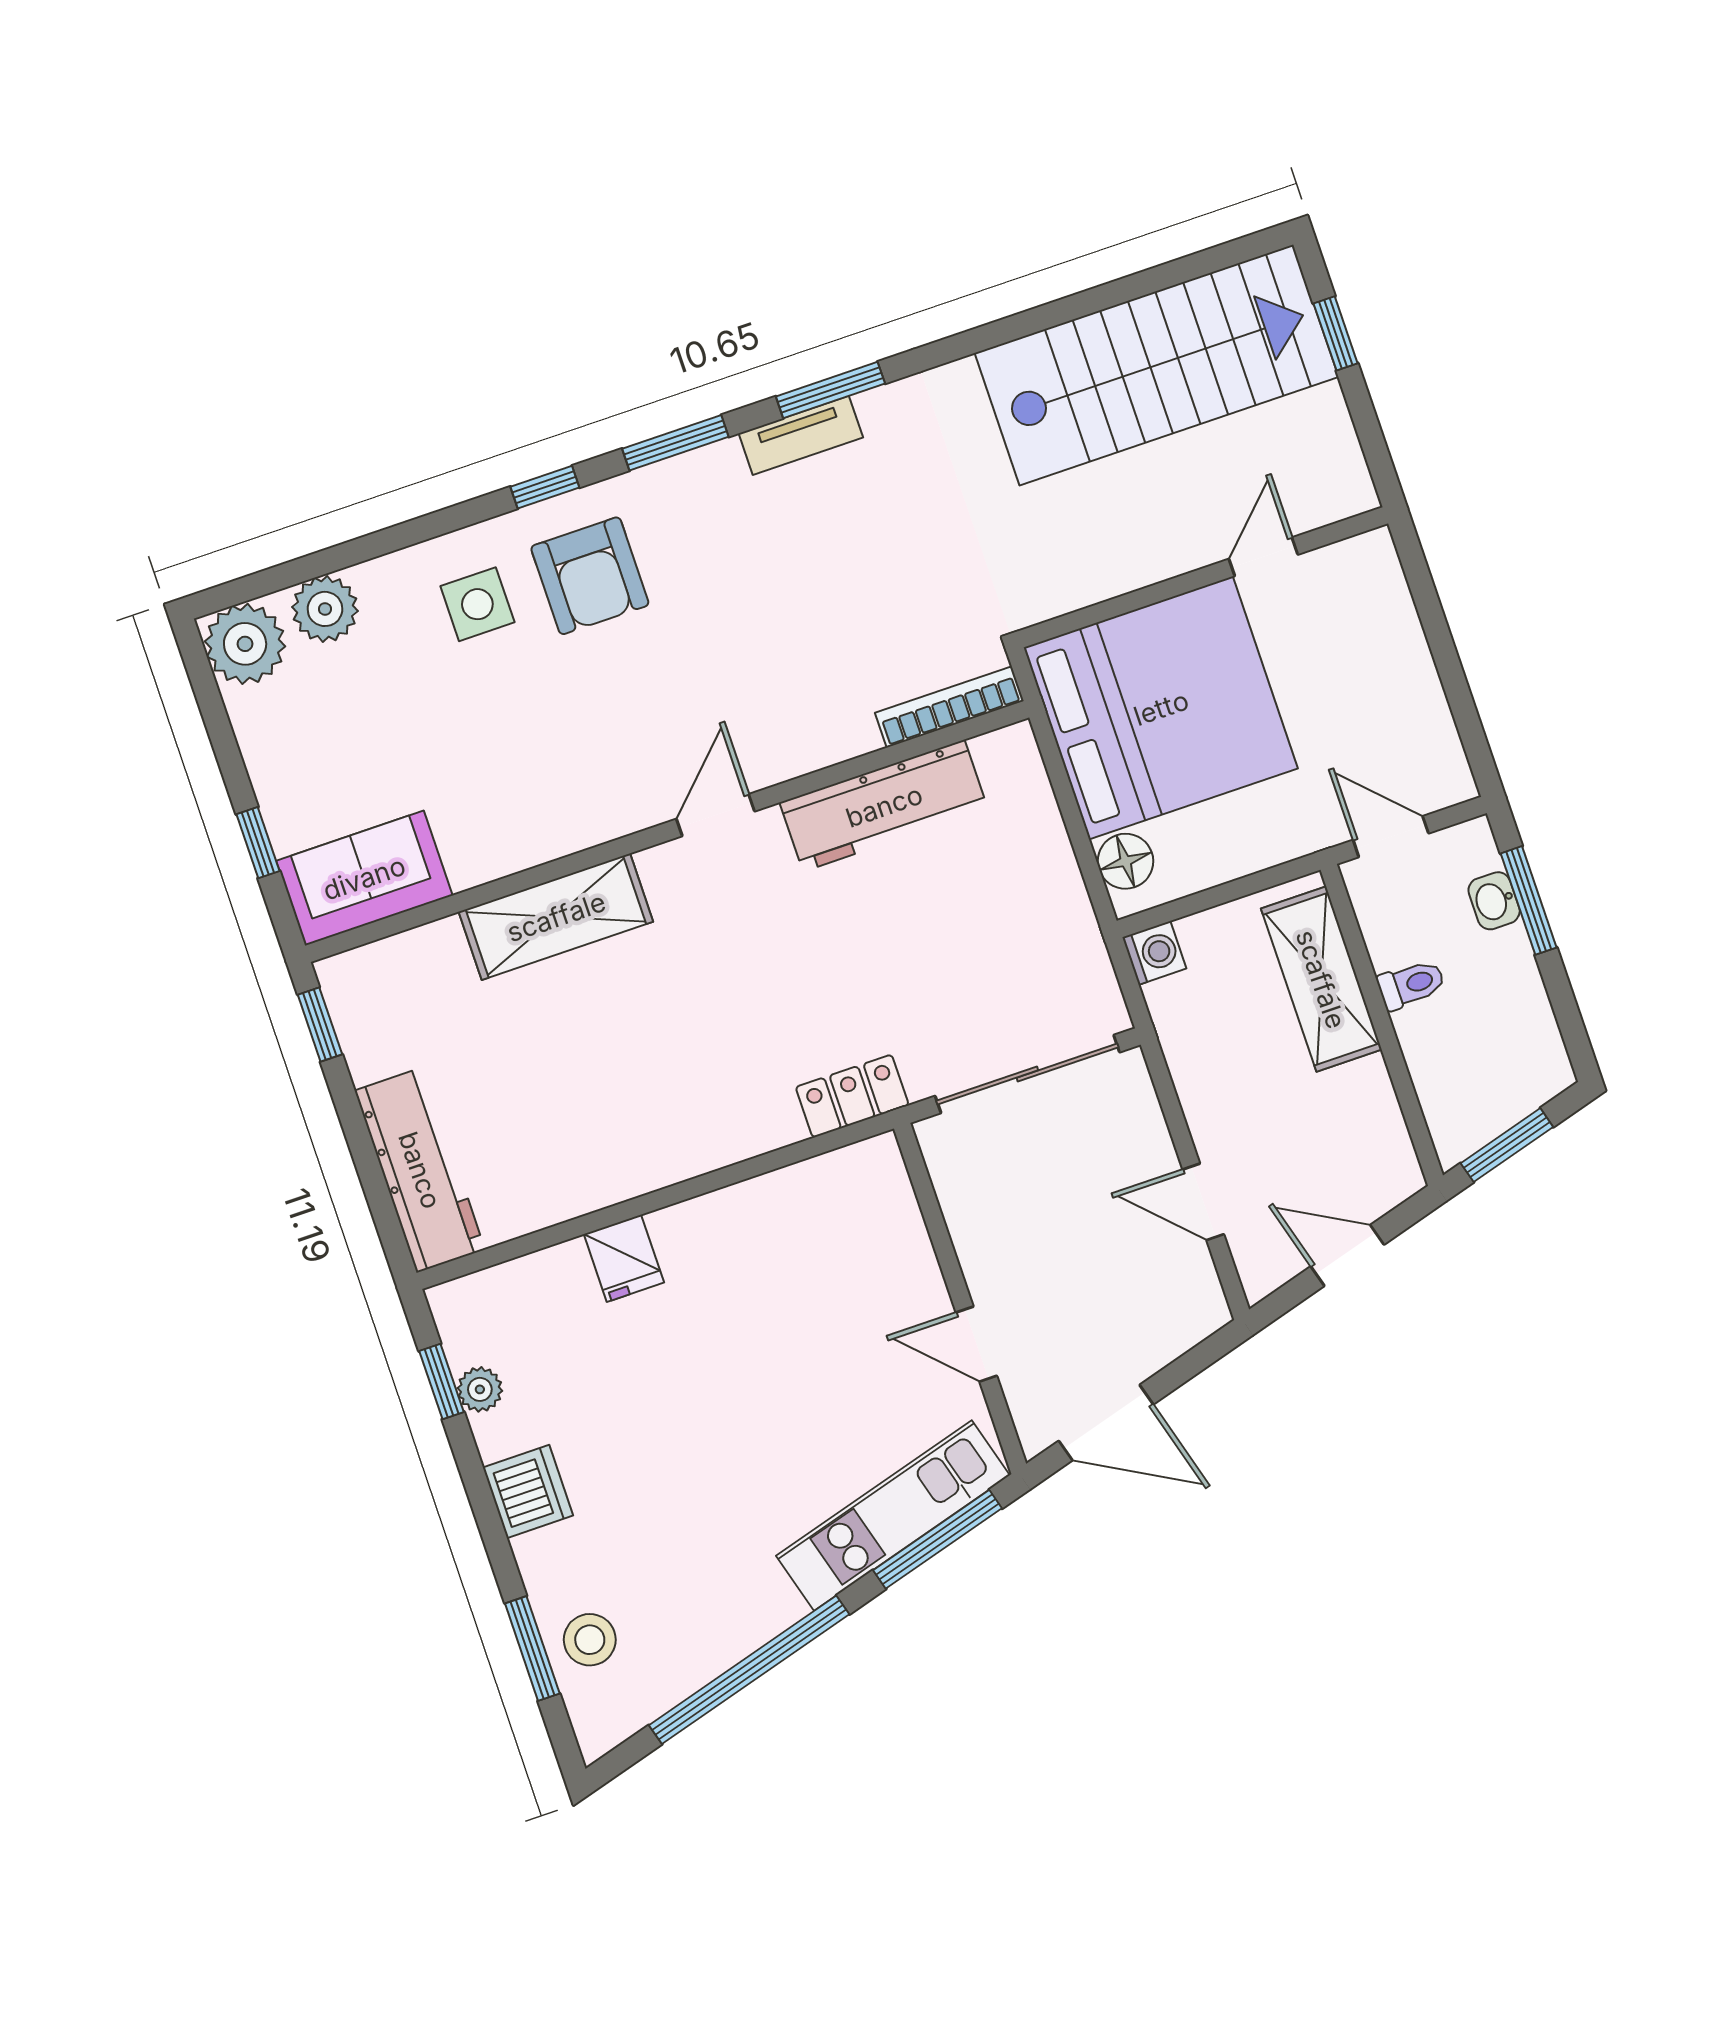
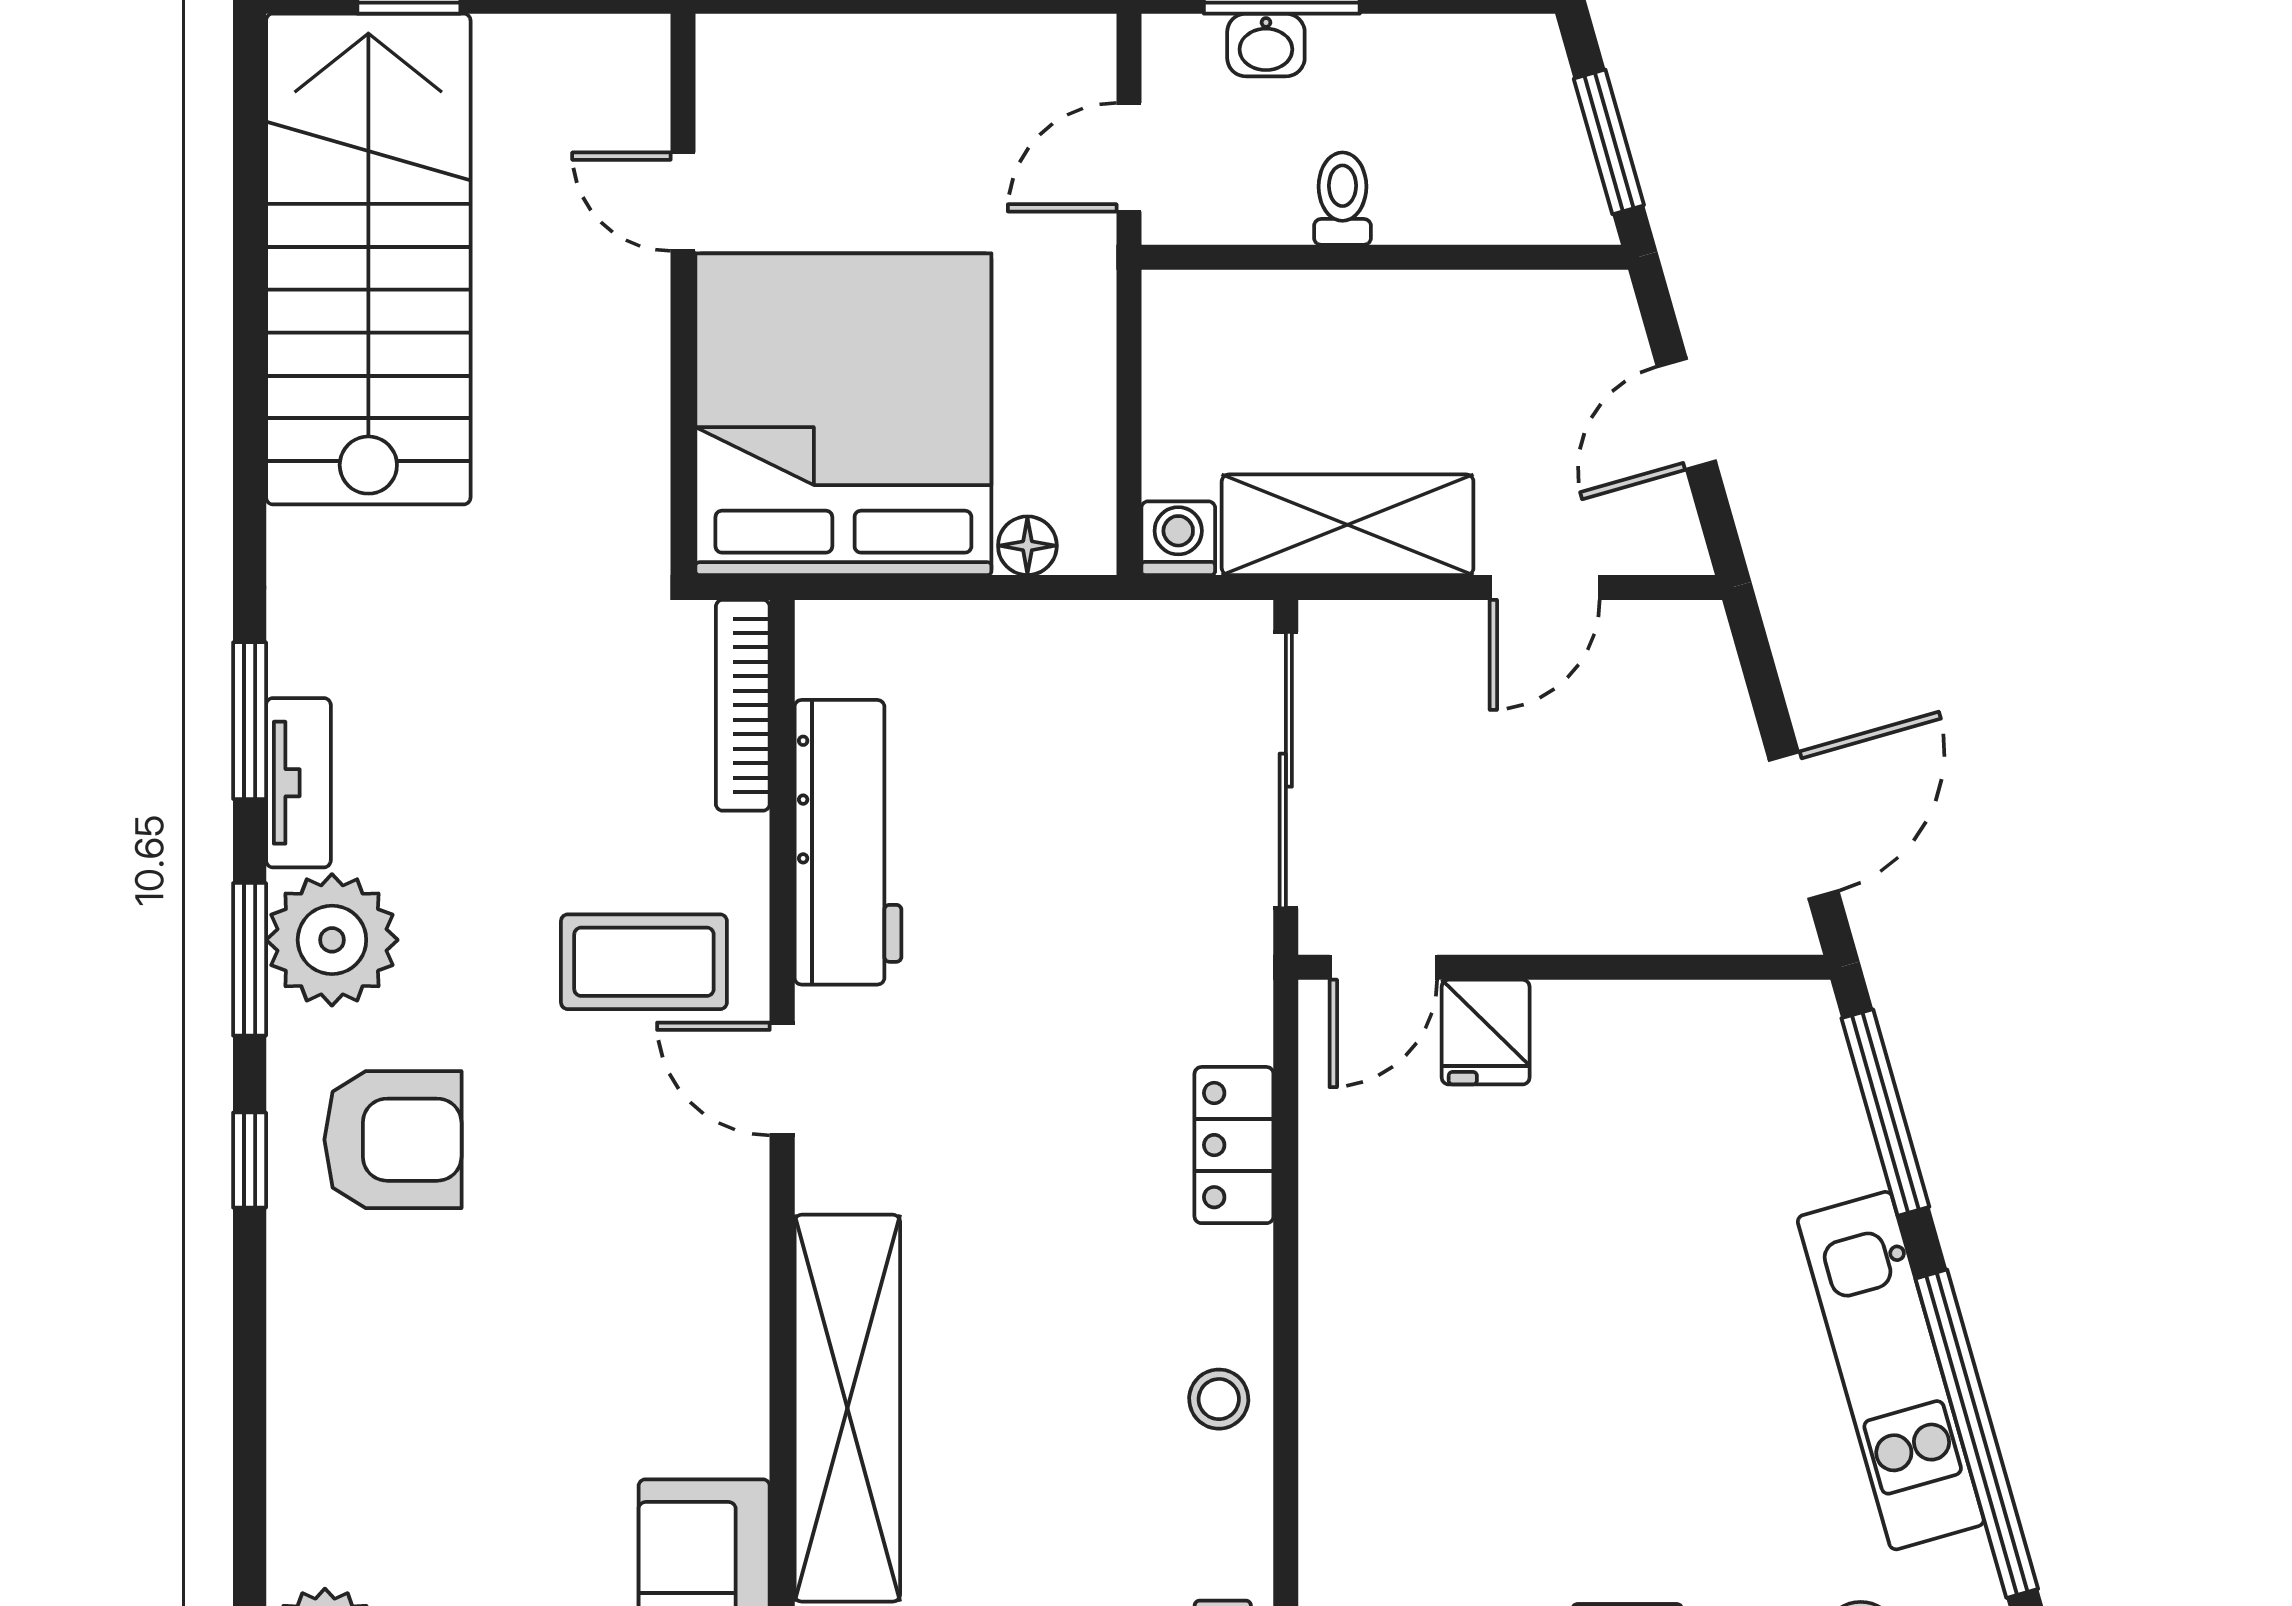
side table: (477, 604) -> (379, 1308), removed
plant: (325, 609) -> (332, 940), moved, width x1.36, depth x1.36
coffee table: (761, 699) -> (644, 962), added
floor lamp: (1126, 861) -> (1027, 546), width x0.73, depth x0.73
shelving: (556, 917) -> (847, 1408), width x1.47
shelving: (1321, 979) -> (1348, 525), moved
locker: (852, 1096) -> (1234, 1145), moved
stool: (604, 1170) -> (1219, 1399), added
fridge: (624, 1258) -> (1486, 1032), moved, turned 90
door: (976, 1344) -> (1383, 967), moved
kitchen unit: (893, 1516) -> (1891, 1371), moved

